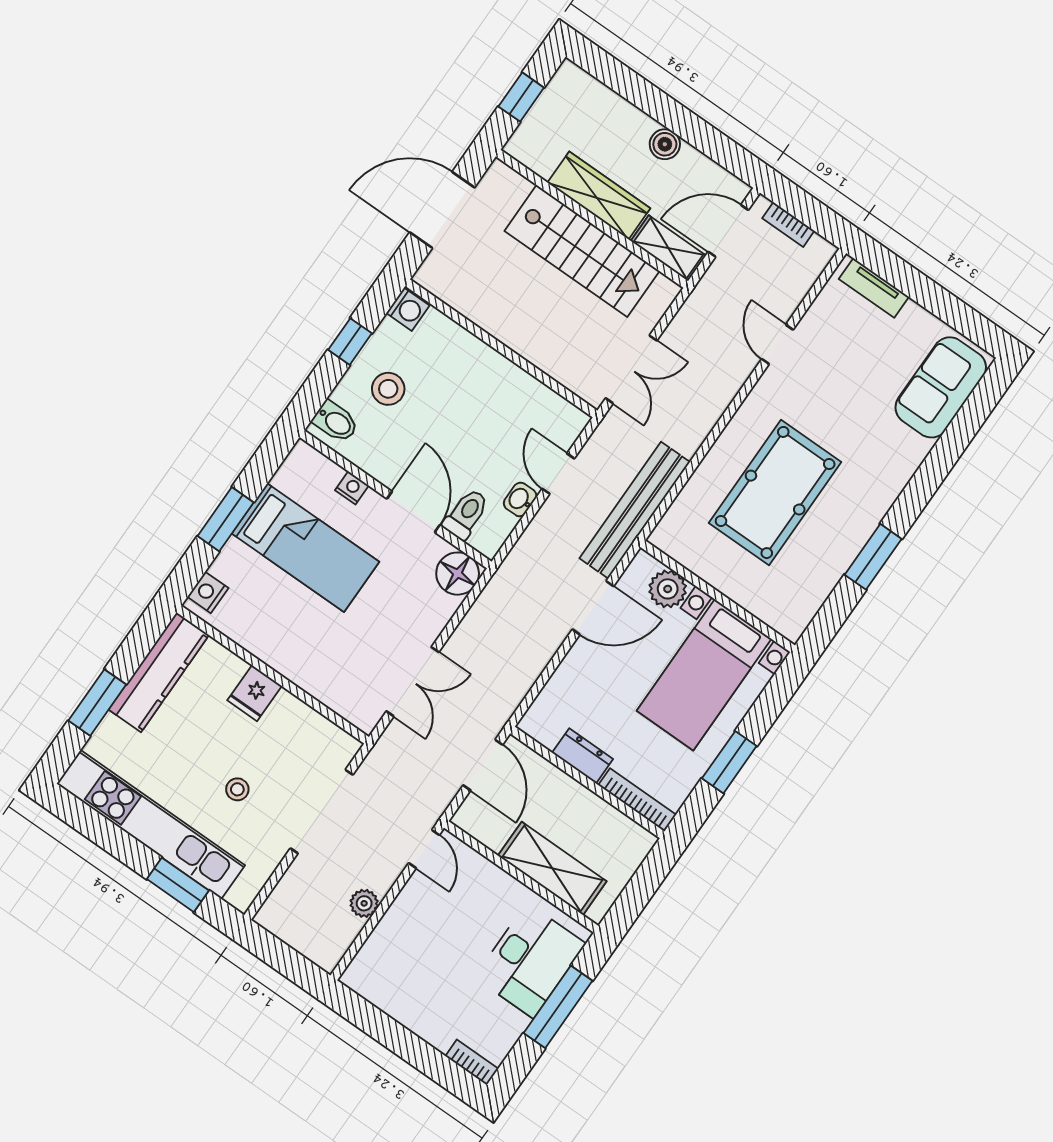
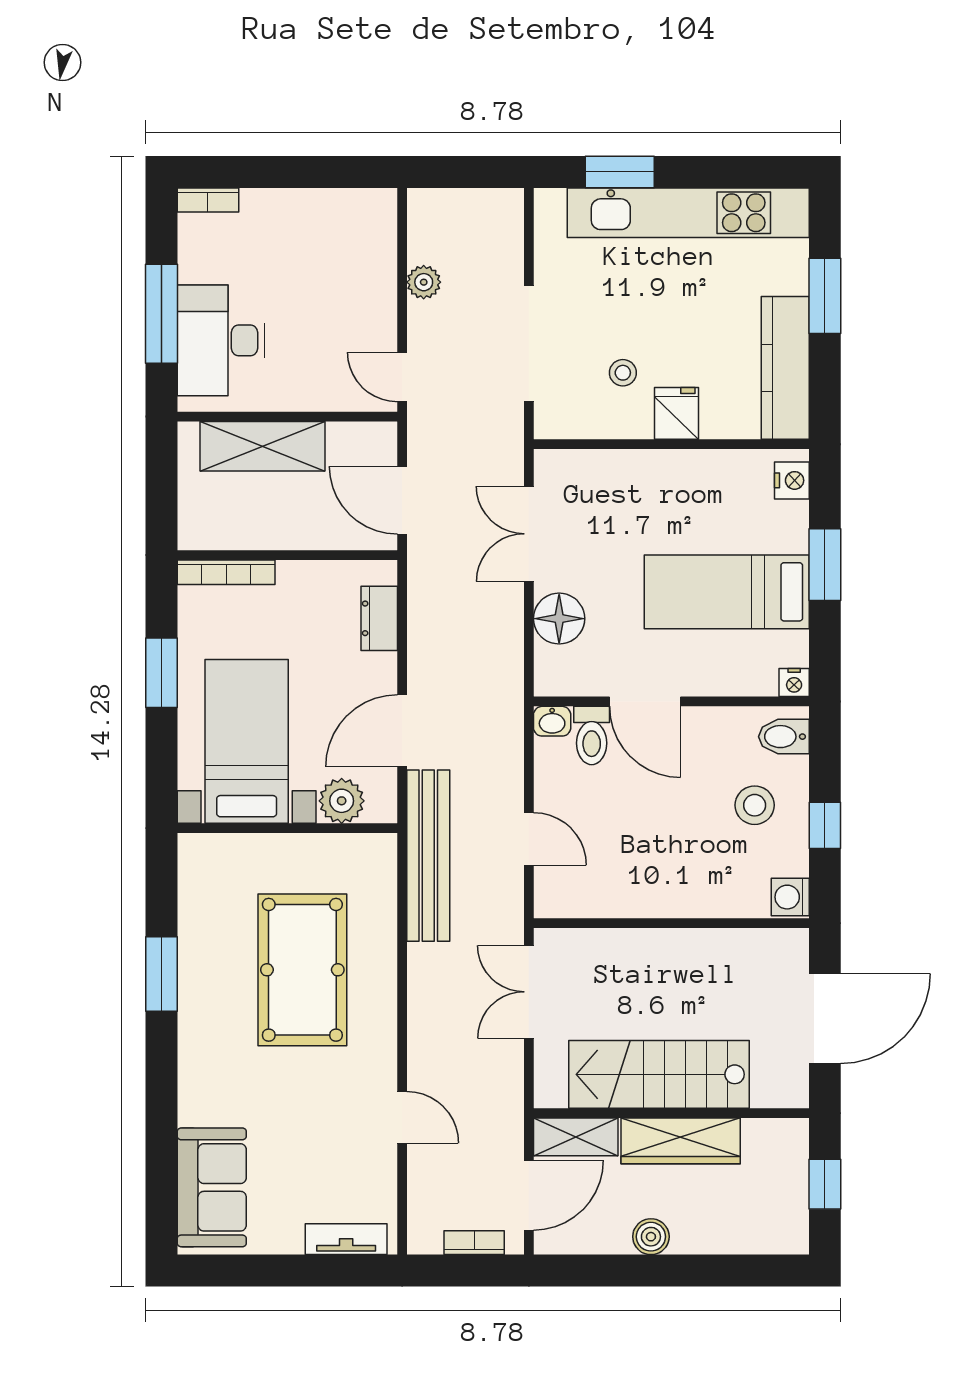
nightstand: (352, 488) -> (794, 683), moved
washbasin: (520, 499) -> (552, 721), moved, turned 90
floor lamp: (458, 574) -> (559, 619), moved
dresser: (583, 756) -> (379, 618), moved, turned 90
stool: (237, 789) -> (623, 373), moved

